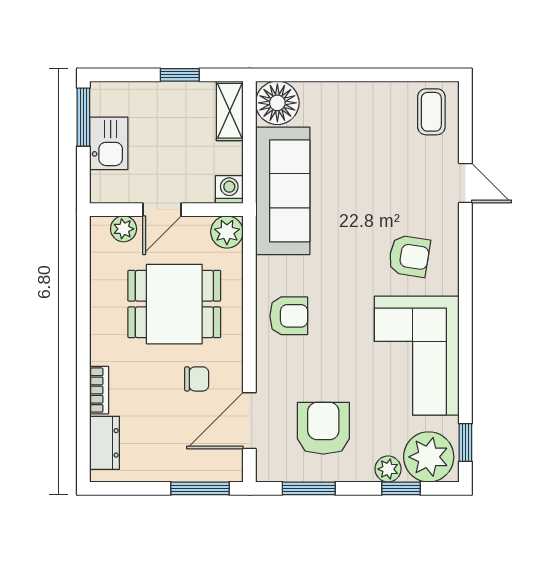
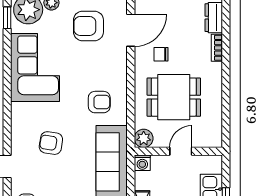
plant: (124, 229) -> (203, 140), removed
armchair: (409, 256) -> (51, 143), moved
armchair: (289, 316) -> (99, 102), moved, turned 180
armchair: (323, 428) -> (88, 26), turned 90

